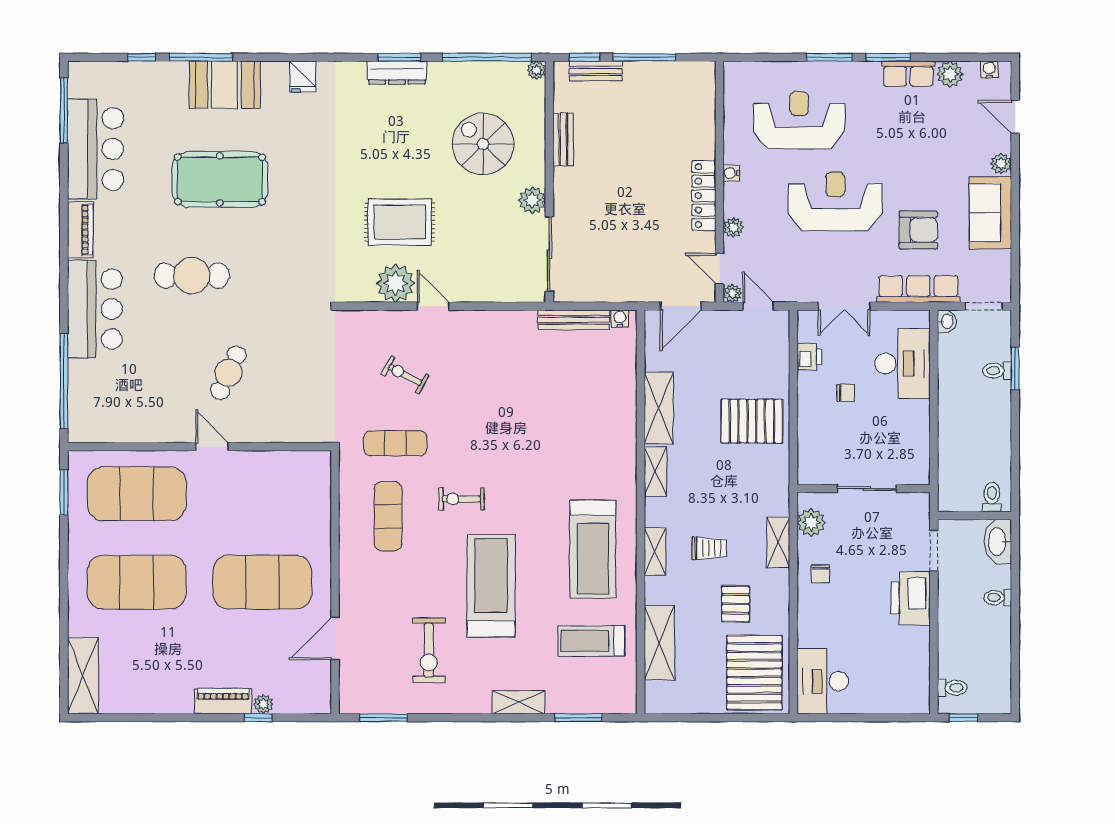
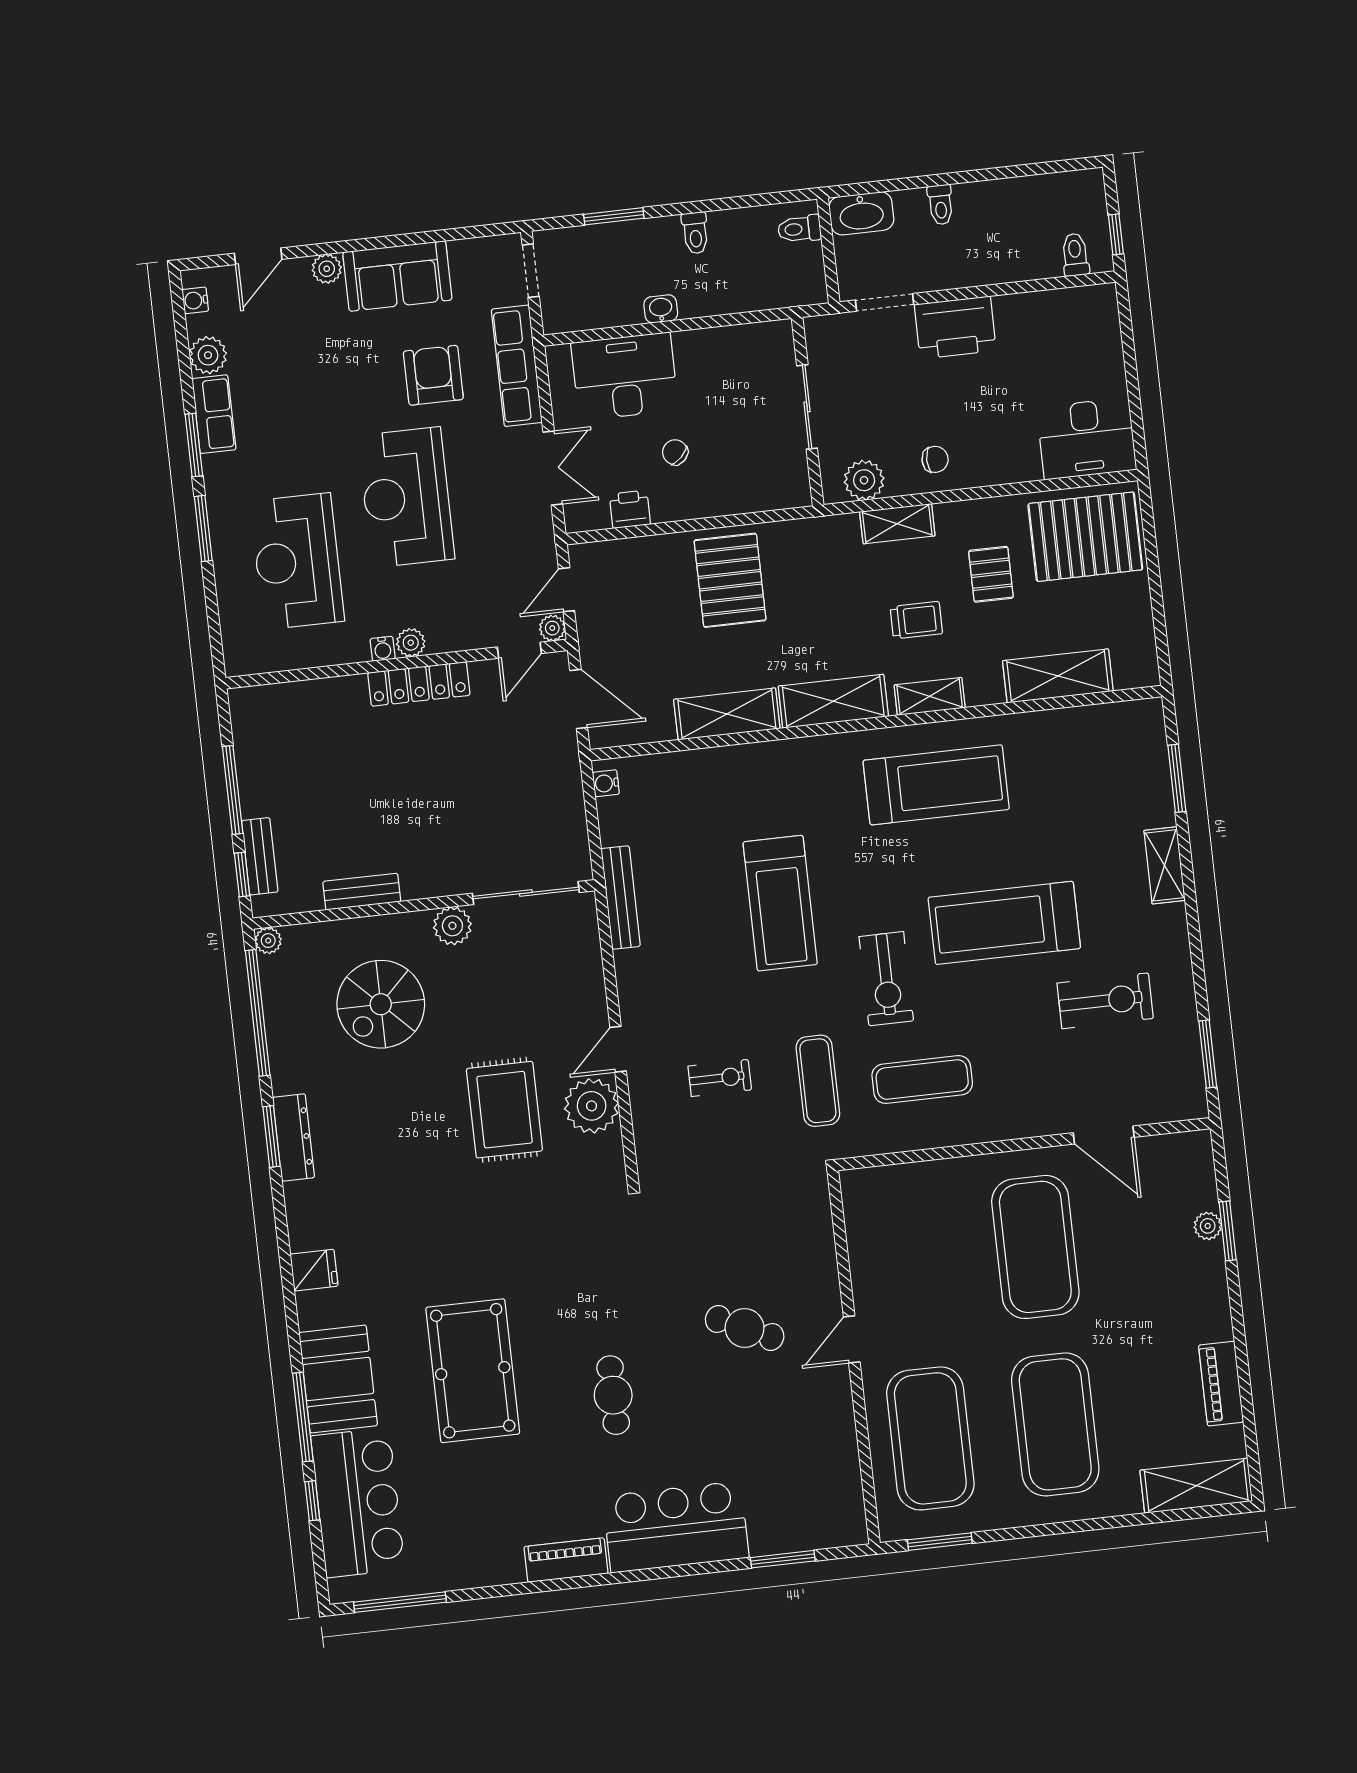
bar counter: (96, 149) -> (358, 1503), moved, turned 90
plant: (733, 227) -> (411, 643), moved
cafe table: (192, 276) -> (613, 1395), width x0.73, depth x0.74
bench: (574, 320) -> (621, 898), moved
washbasin: (947, 321) -> (661, 309), moved
toilet: (997, 371) -> (695, 233), moved
exercise bike: (405, 375) -> (720, 1078), turned -118
window: (64, 381) -> (783, 1559), width x0.47
chair: (846, 393) -> (675, 452), turned -44
shelving: (656, 471) -> (833, 701), width x1.50, depth x1.33
exercise bike: (461, 499) -> (886, 979), width x1.38, depth x1.39
trolley: (709, 548) -> (916, 620), turned 90
pallet: (736, 604) -> (991, 574), turned 90
treadmill: (591, 641) -> (780, 903), moved, width x1.37, depth x1.38
piano: (223, 701) -> (1221, 1384), moved
window: (258, 718) -> (1228, 1231), width x1.50

